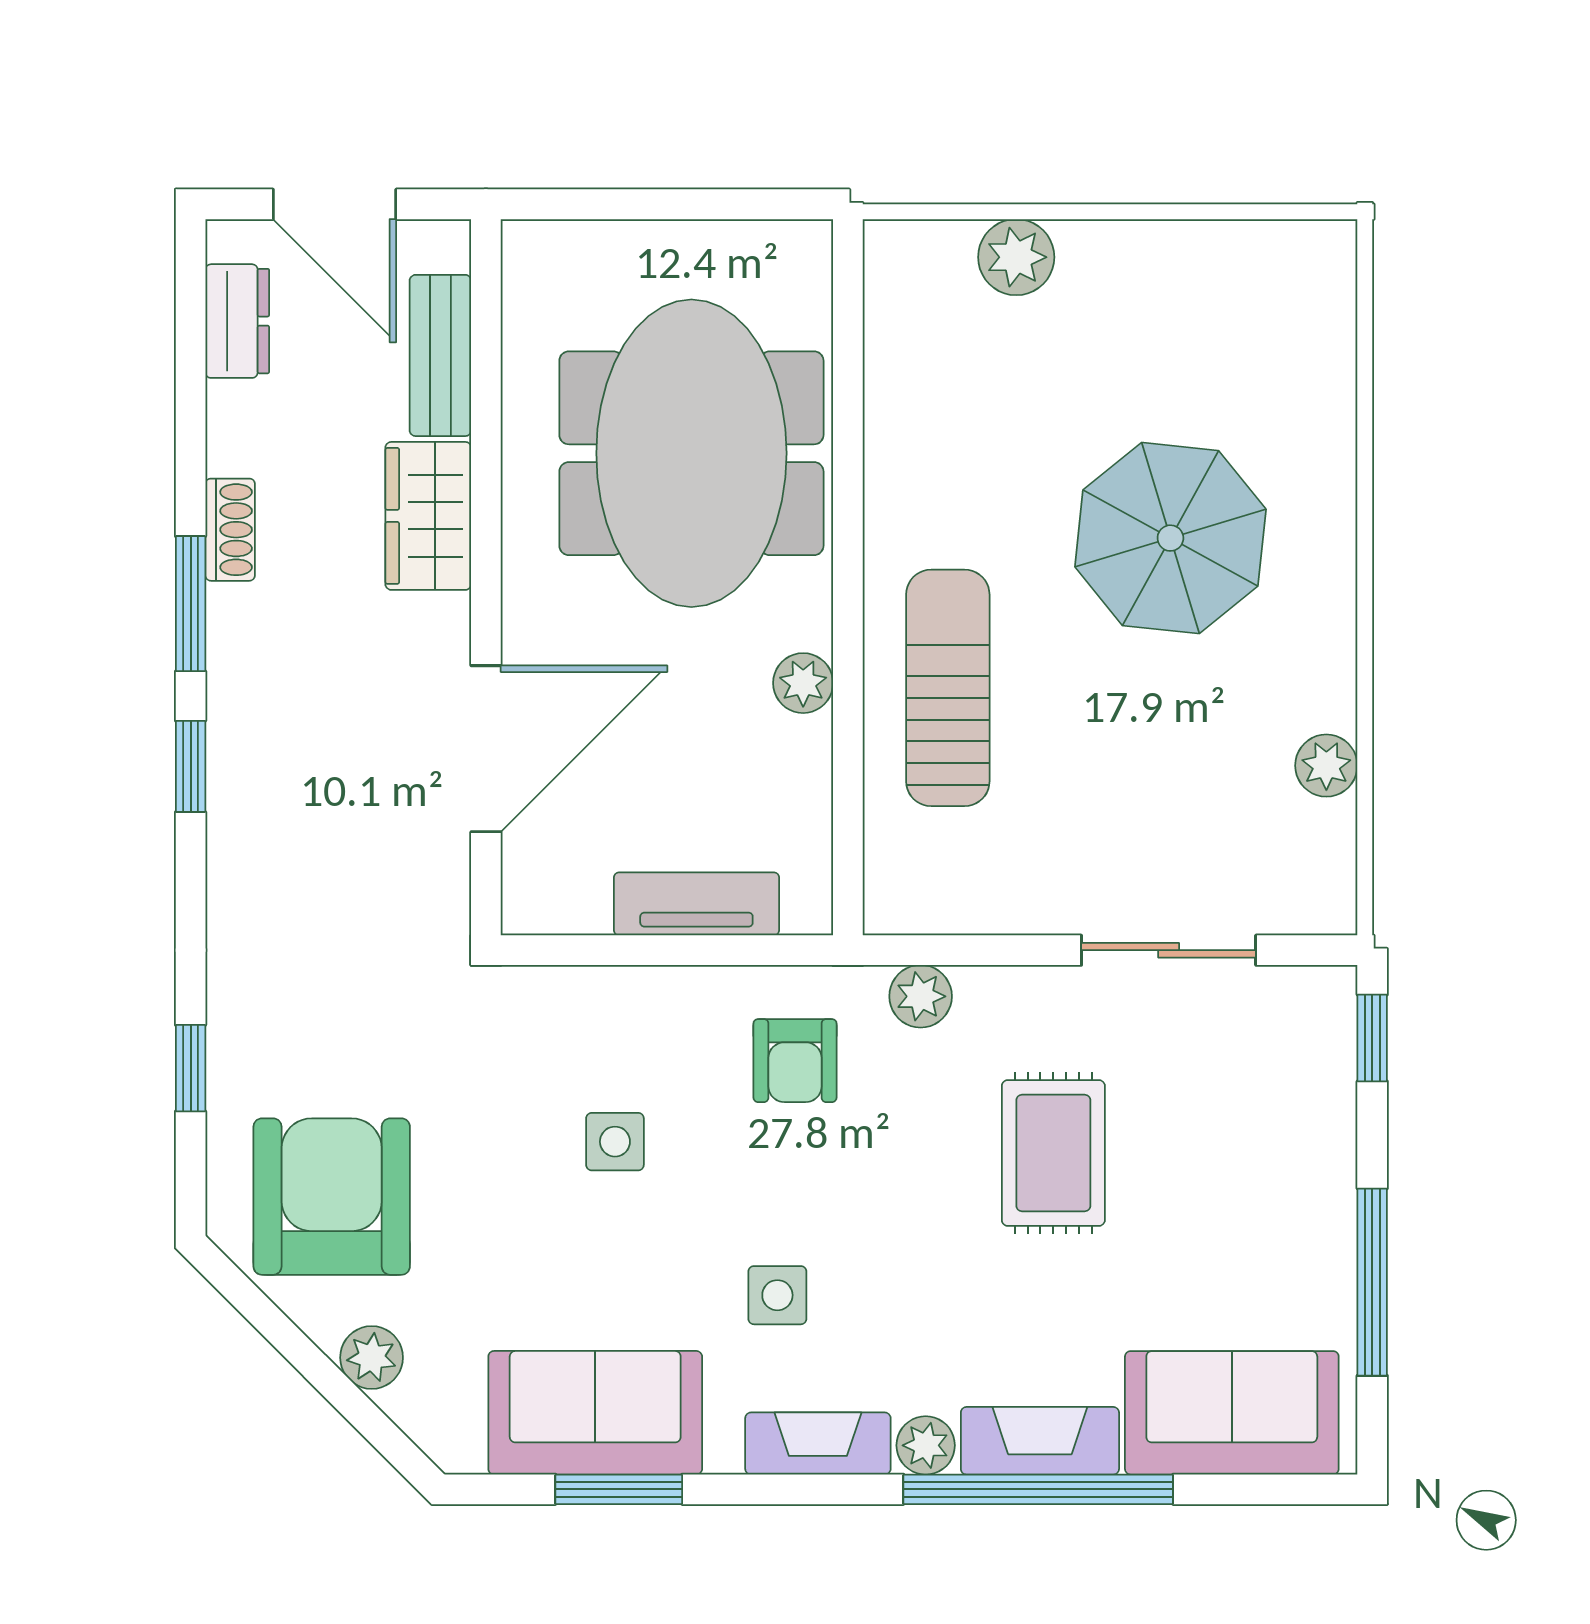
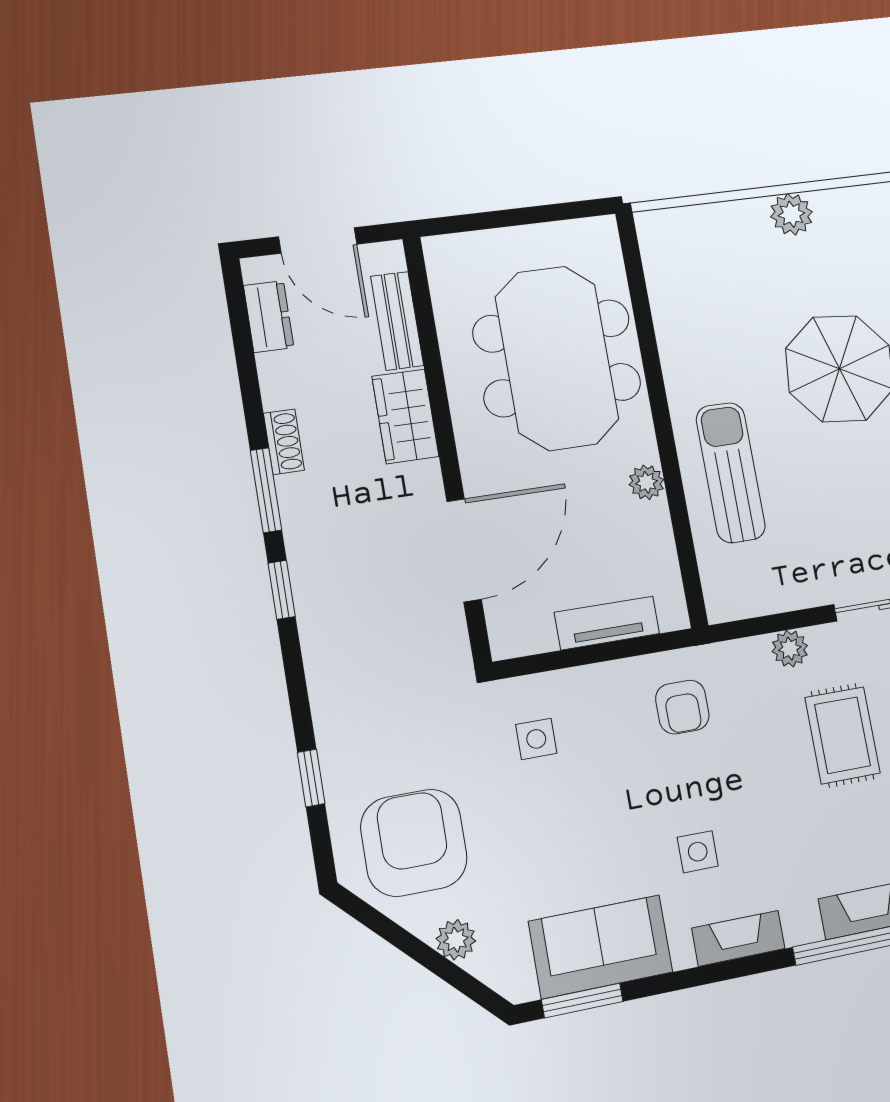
plant: (1016, 257) -> (791, 214), moved
plant: (921, 996) -> (790, 649), moved
side table: (615, 1142) -> (536, 739), moved
plant: (926, 1445) -> (802, 926), removed
window: (619, 1489) -> (582, 1001), moved

